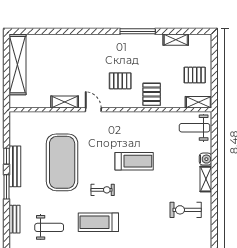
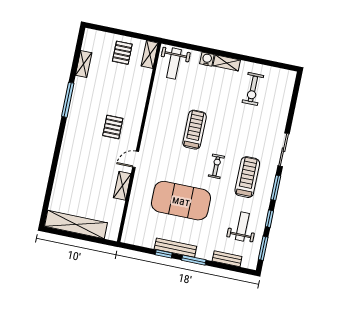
pallet: (152, 94) -> (132, 99), removed
treadmill: (98, 222) -> (247, 177), turned 180

